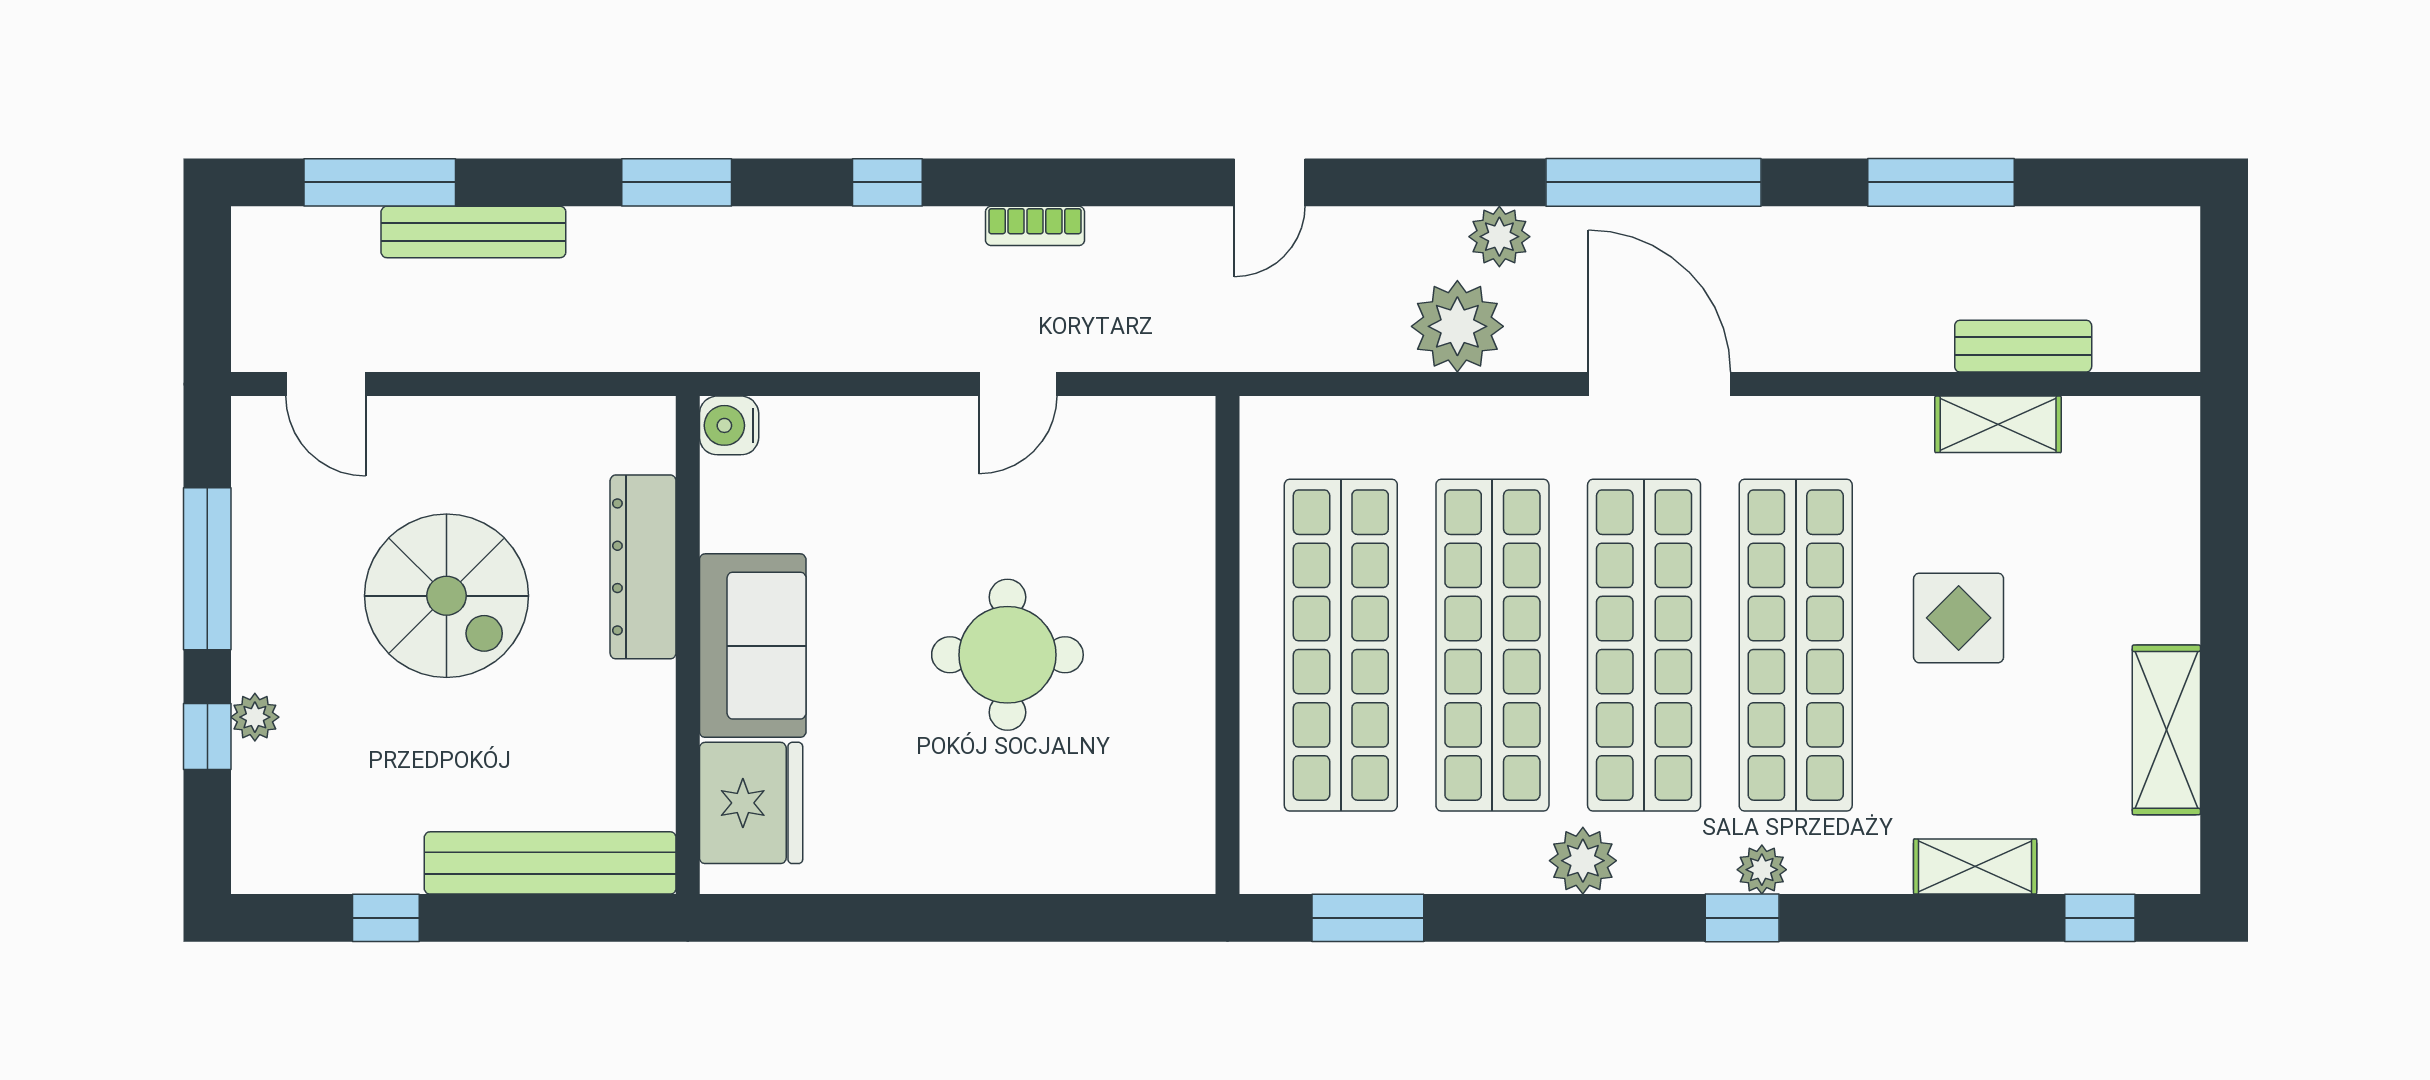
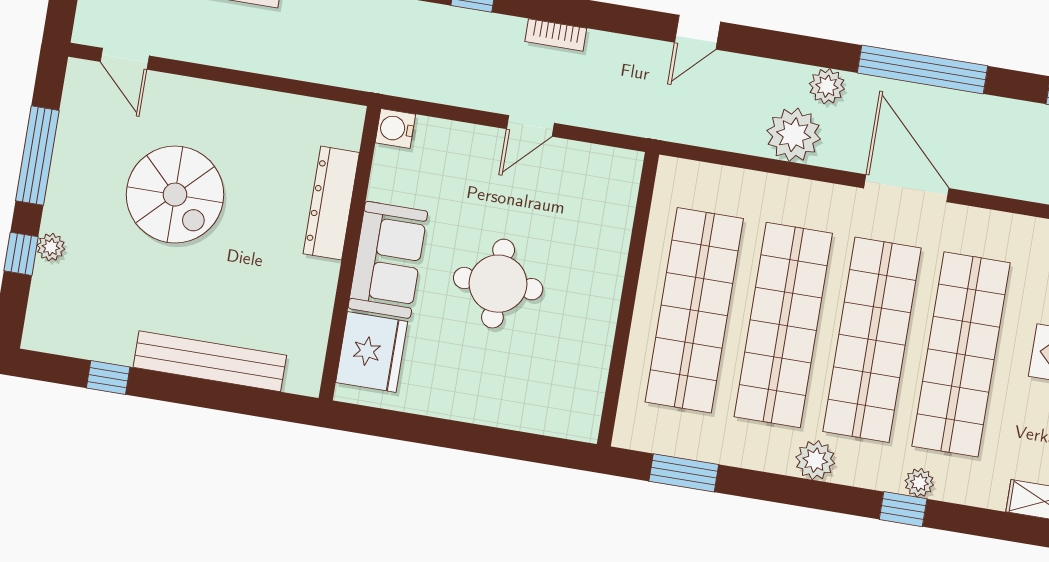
water cooler: (729, 425) -> (395, 129), moved
dresser: (643, 567) -> (331, 203), moved
wall: (688, 645) -> (350, 253), moved
sofa: (753, 646) -> (388, 260), moved
fridge: (751, 803) -> (372, 352), moved

